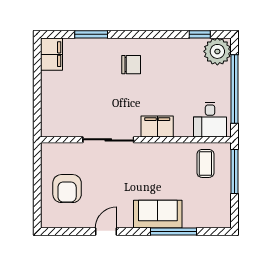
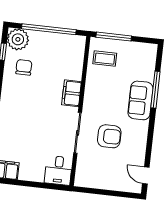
chair: (131, 65) -> (24, 67), moved
desk: (210, 120) -> (58, 170), moved, turned 90
armchair: (67, 189) -> (109, 136), moved
door: (106, 232) -> (146, 175), moved

